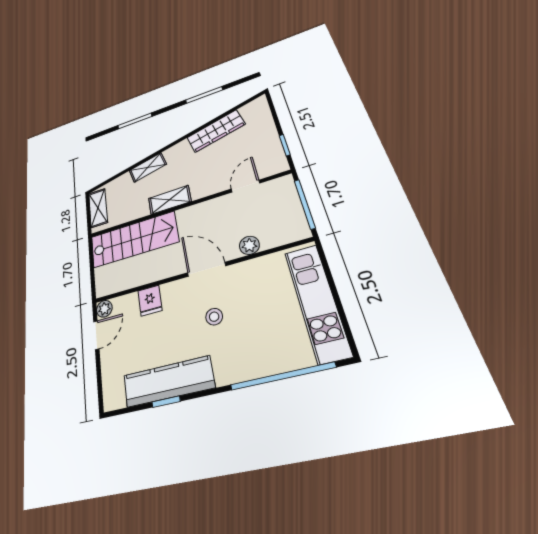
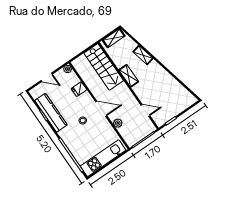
wardrobe: (216, 131) -> (172, 83), removed
door: (206, 269) -> (101, 109), hinge flipped
door: (96, 335) -> (47, 77), moved

